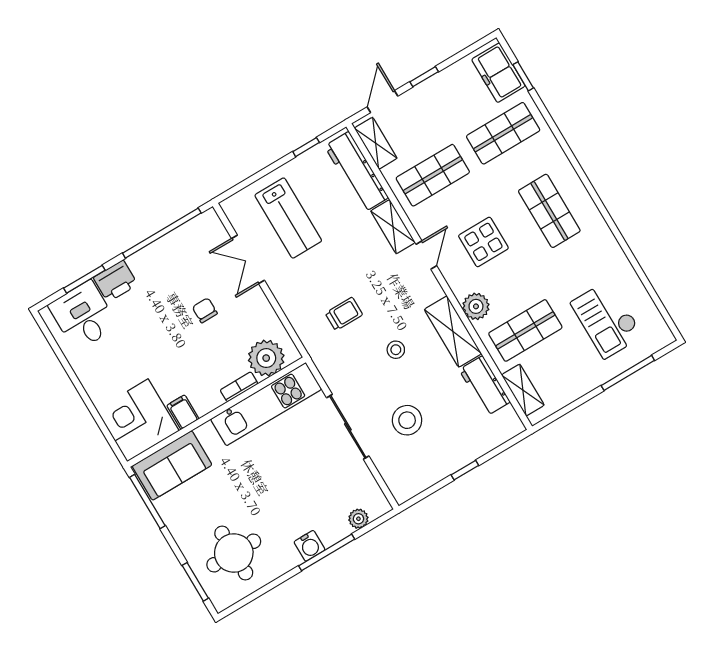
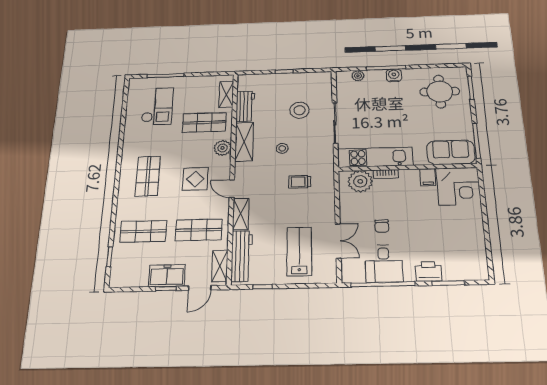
freezer: (498, 73) -> (167, 276), moved, turned -90
door: (426, 255) -> (232, 189), hinge flipped
desk: (83, 316) -> (384, 264), moved

